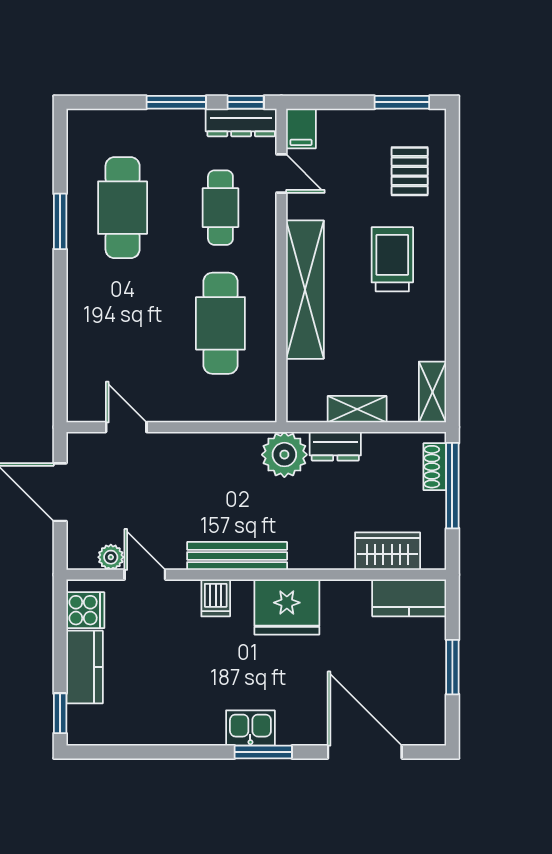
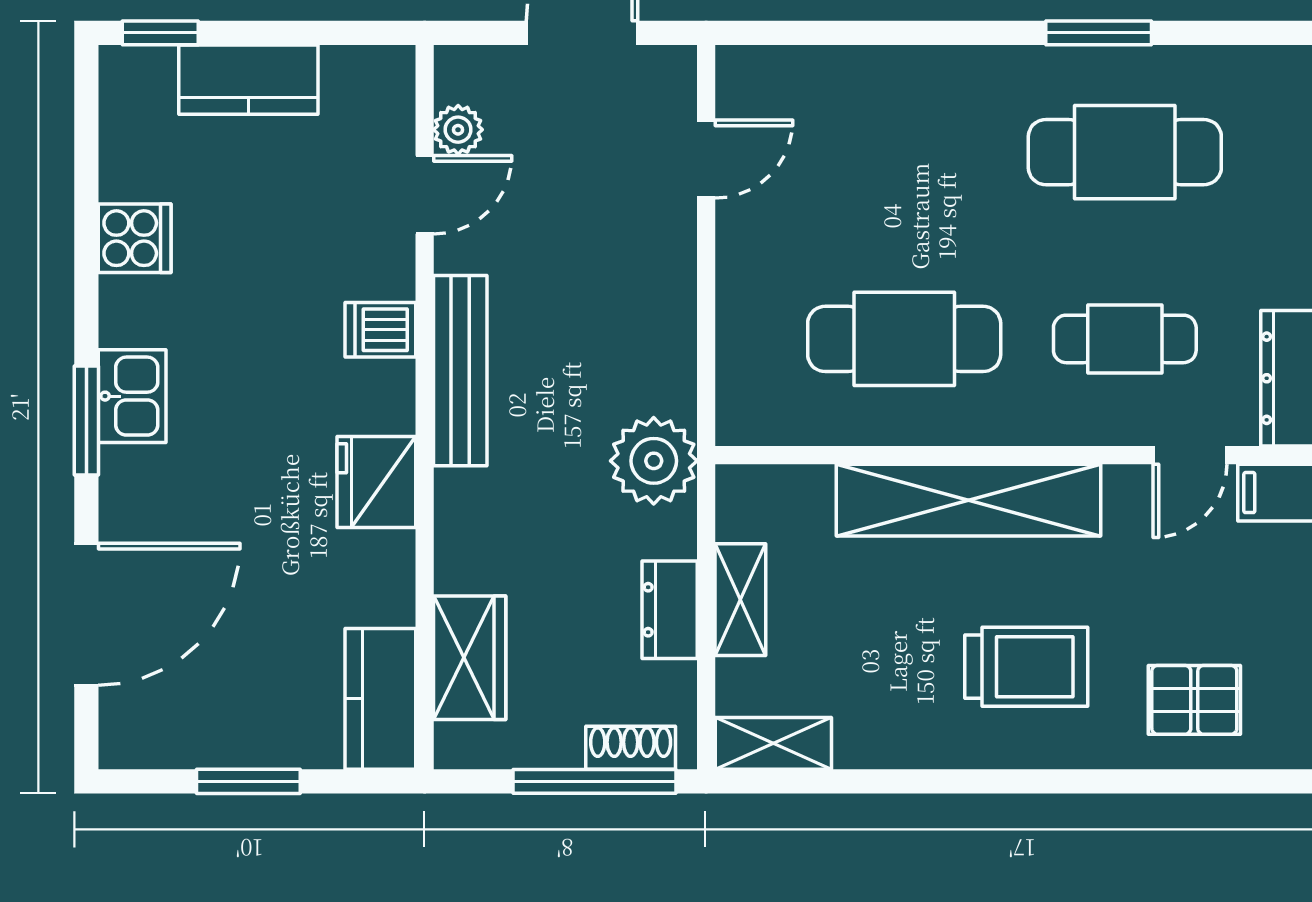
dresser: (335, 446) -> (670, 610), moved
fridge: (287, 607) -> (376, 482), width x0.73, depth x0.75
cooker: (85, 610) -> (135, 238), moved, turned -90

